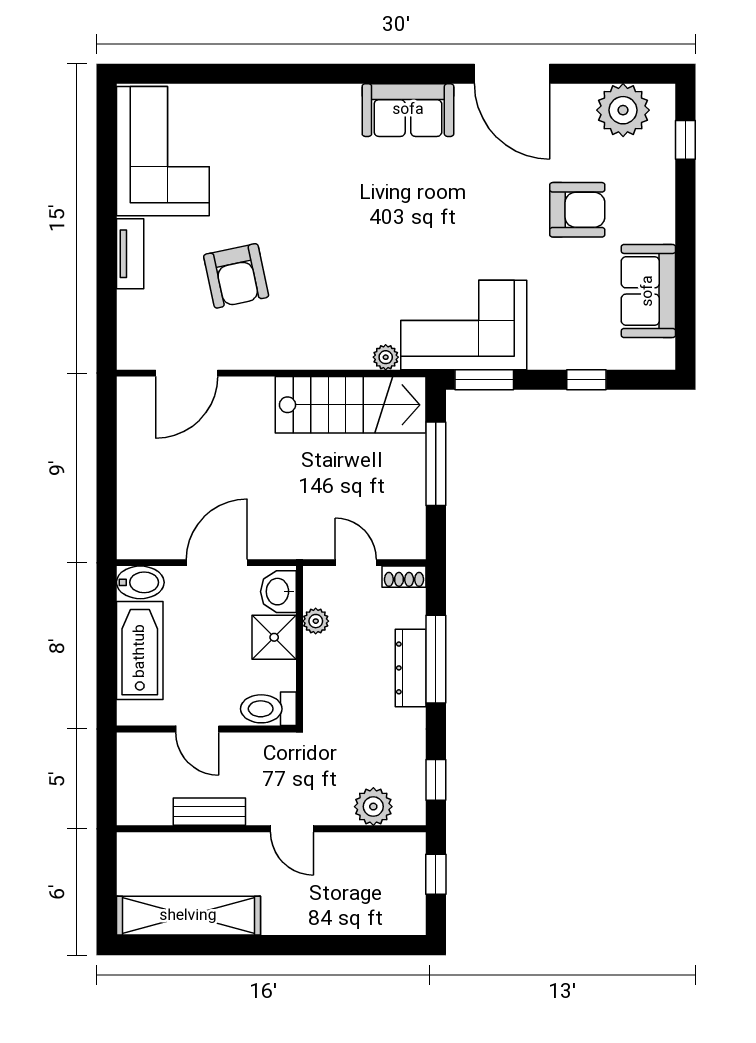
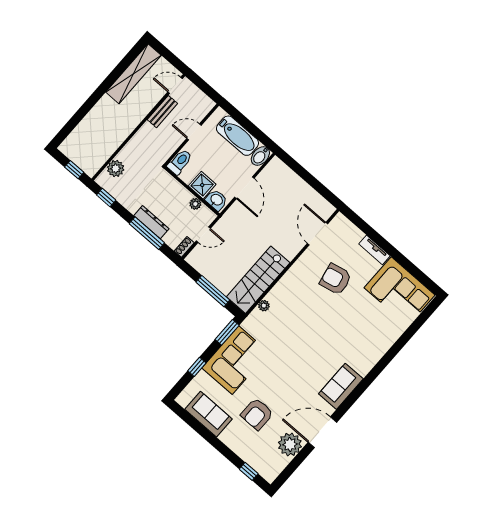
plant: (623, 110) -> (290, 444), moved
corner sofa: (464, 325) -> (235, 360), moved
door: (292, 829) -> (175, 85), moved

